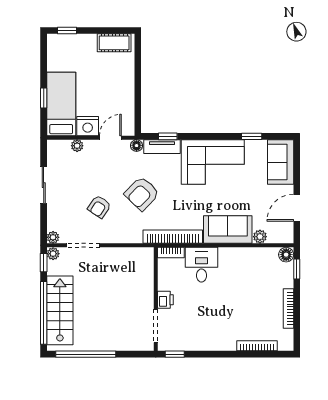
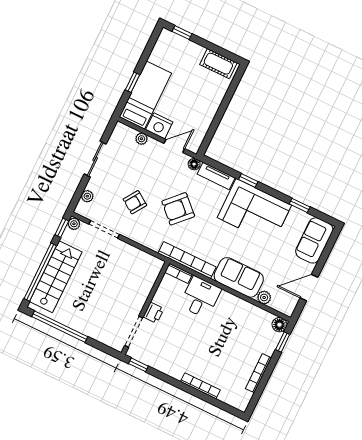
window: (168, 136) -> (248, 180), moved
plant: (53, 237) -> (87, 196), moved
bookcase: (257, 346) -> (200, 386), moved

